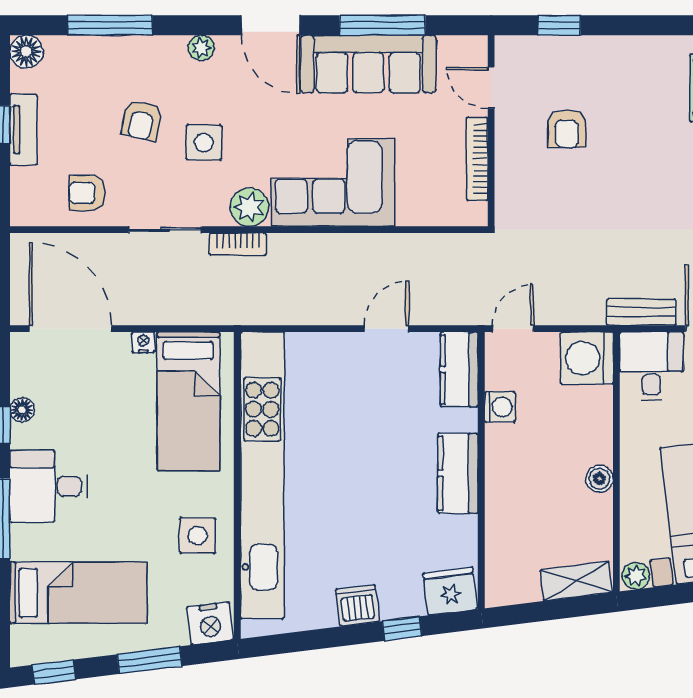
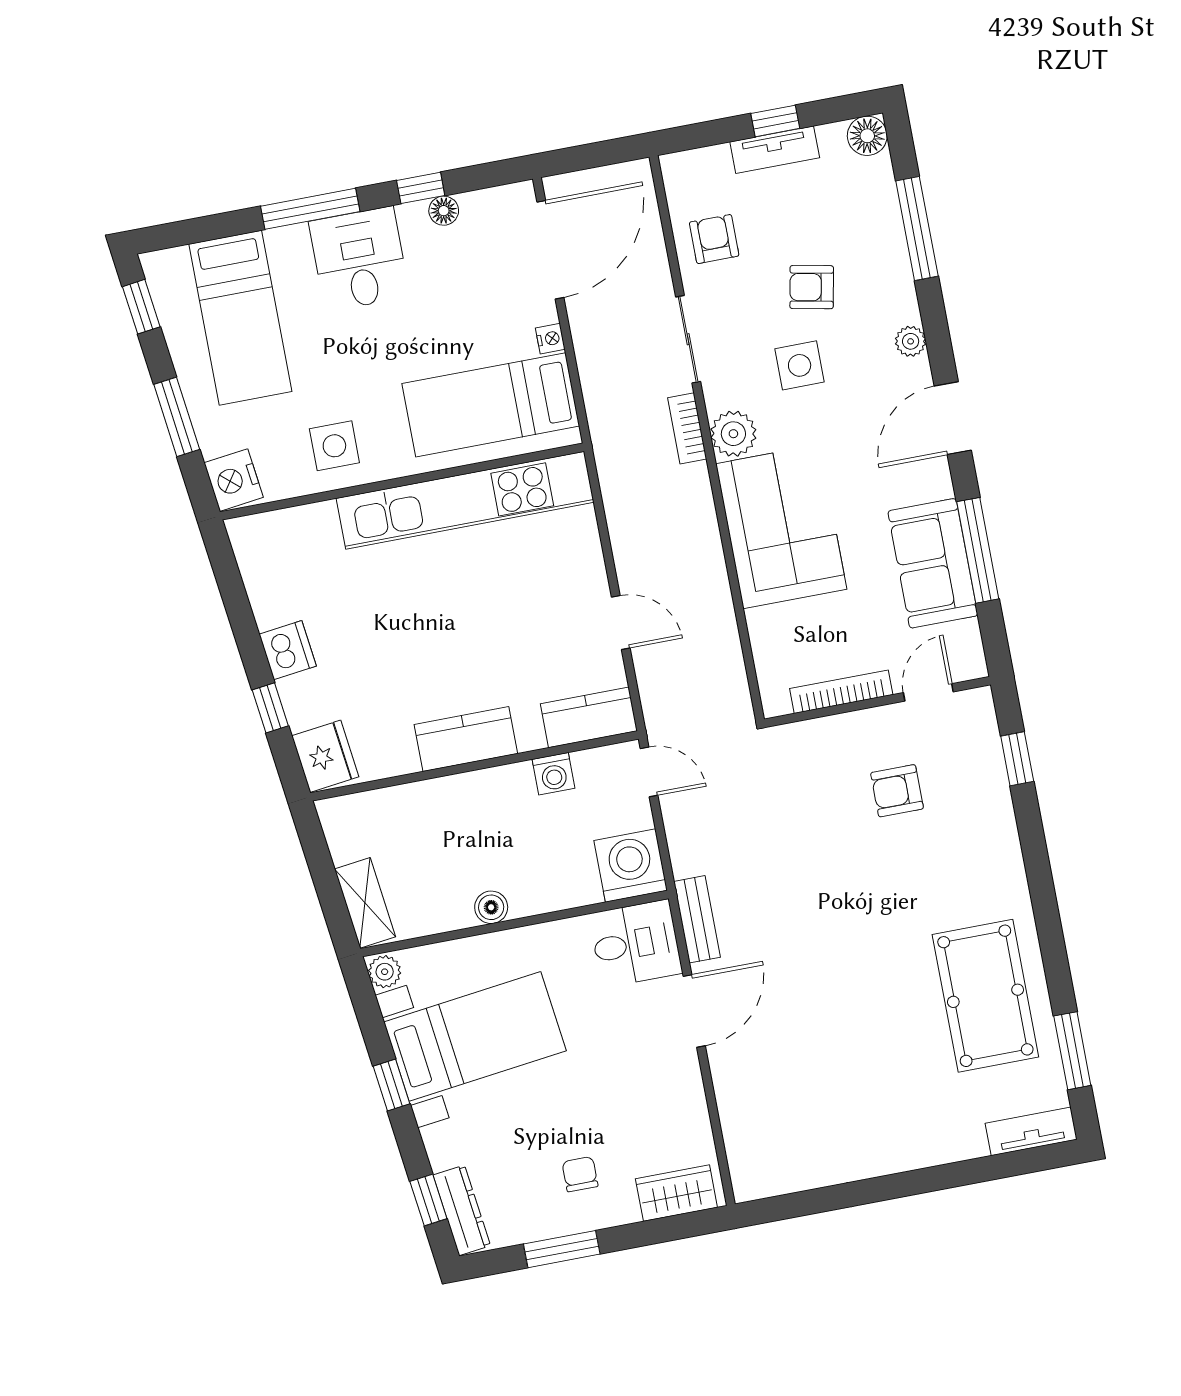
sofa: (368, 64) -> (933, 563), width x0.73
kitchen unit: (262, 475) -> (465, 500), width x0.73

